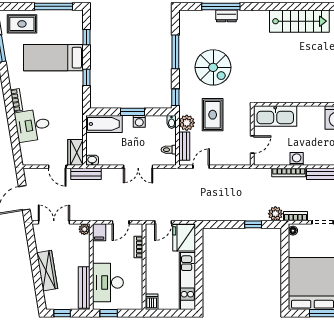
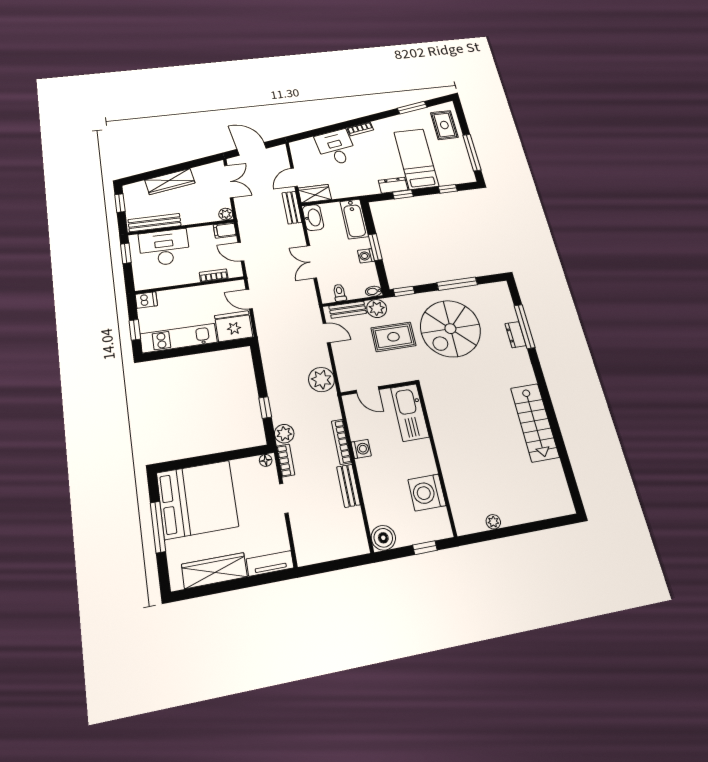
spiral stairs: (213, 67) -> (450, 329), width x1.37, depth x1.37
dresser: (76, 84) -> (393, 185), added
washbasin: (92, 160) -> (313, 218), width x1.91, depth x1.45
plant: (238, 178) -> (321, 380), added
window: (175, 313) -> (135, 330), added

